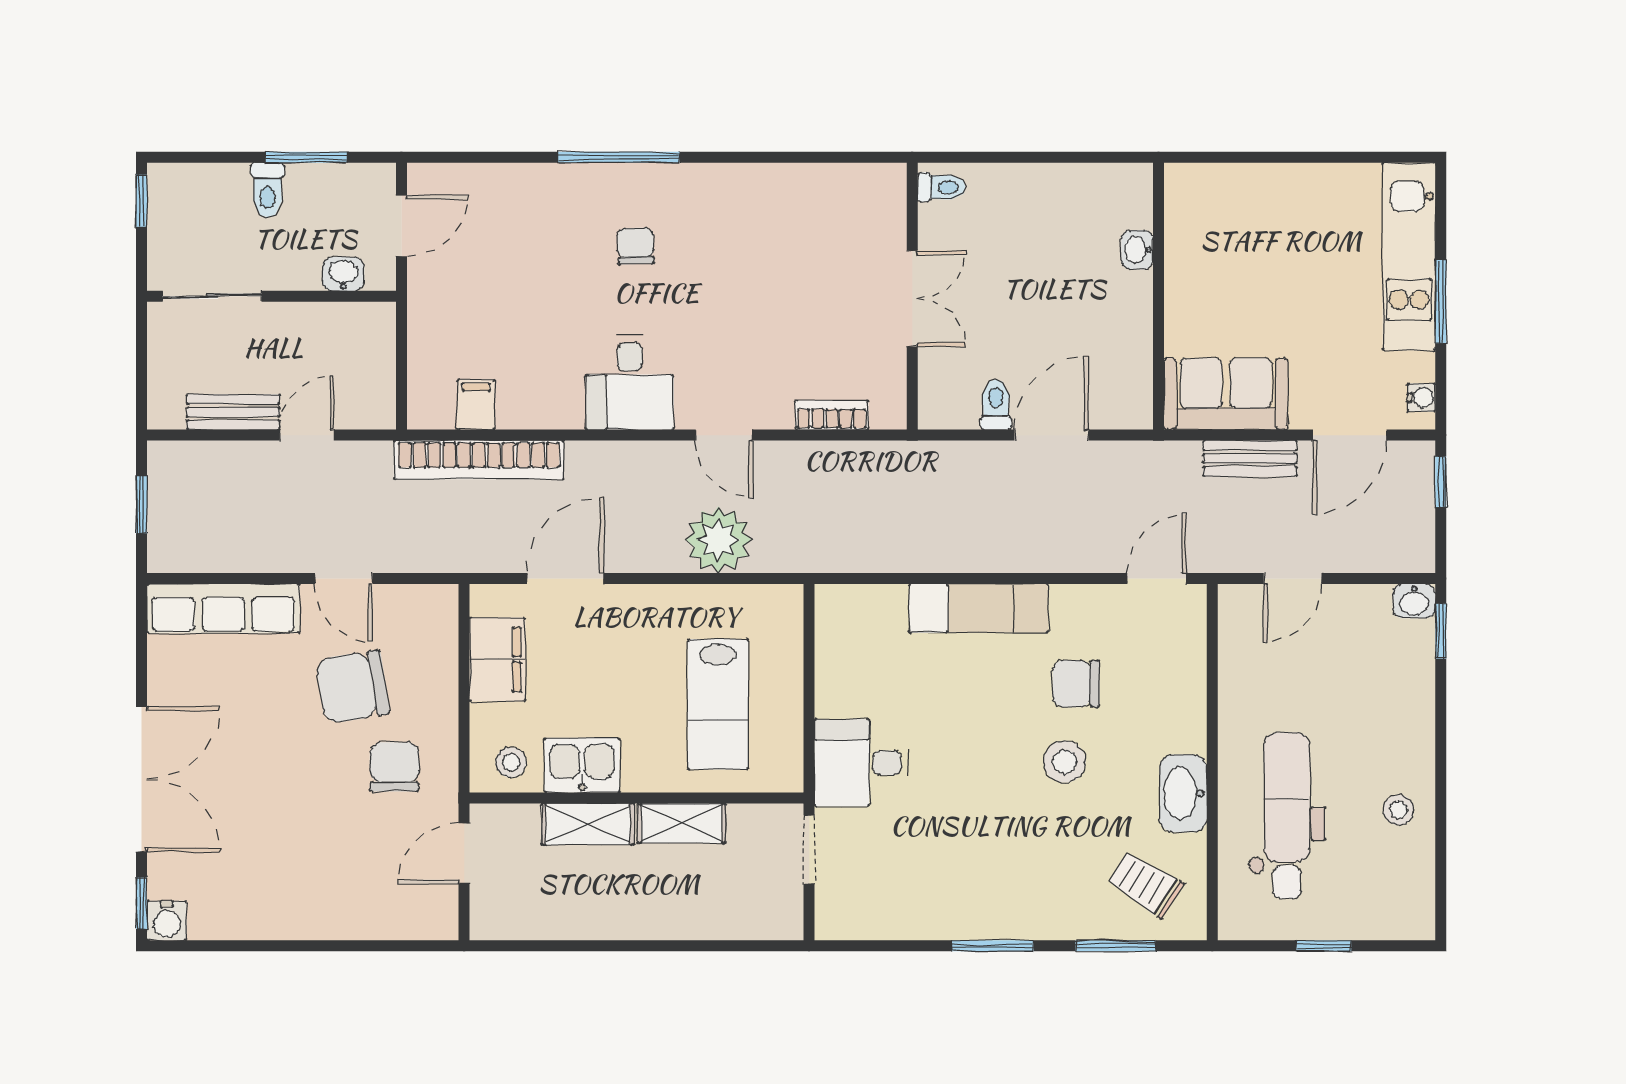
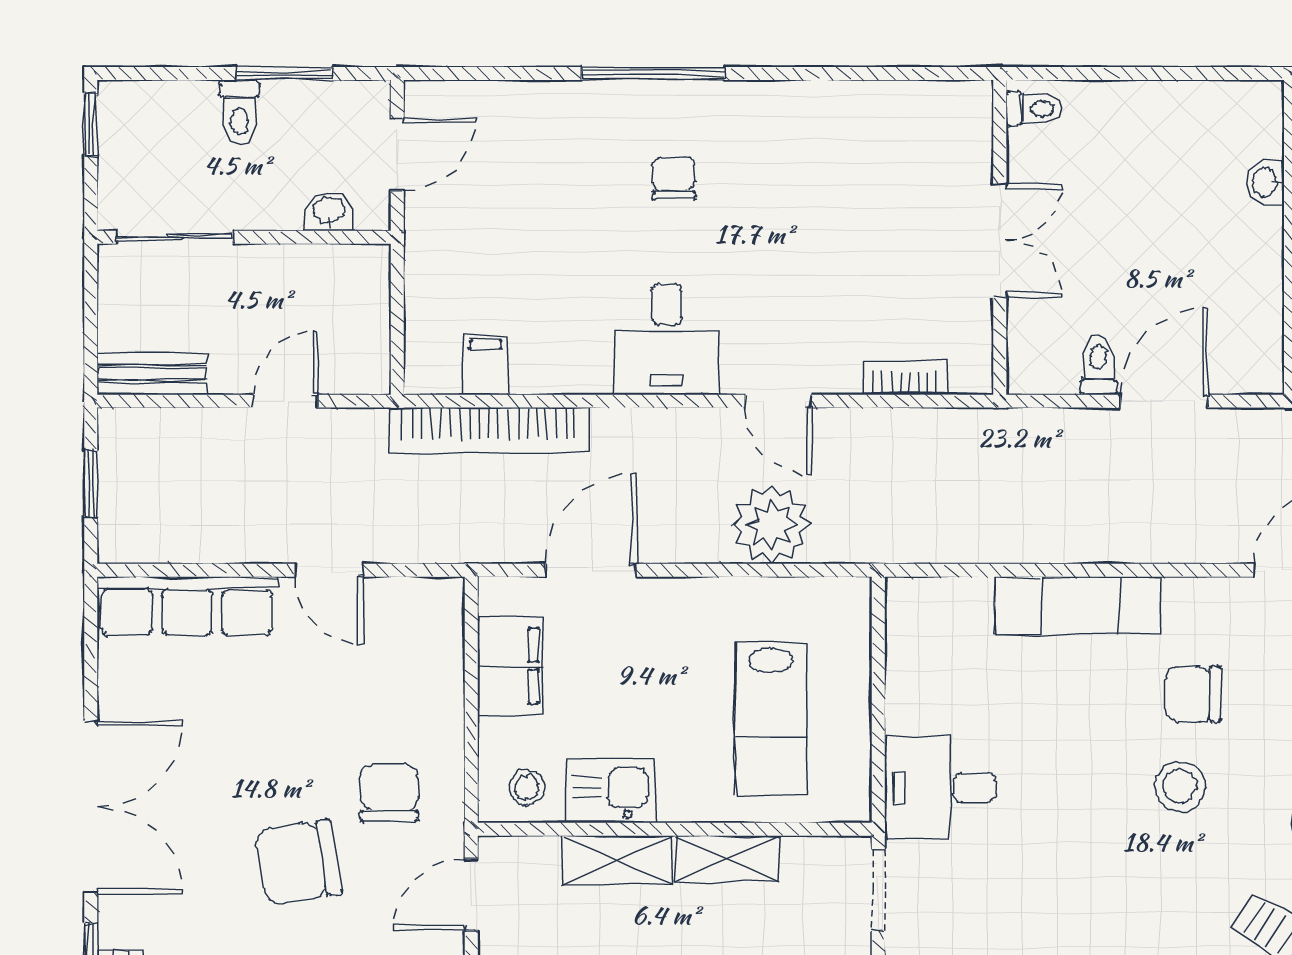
bench: (233, 412) -> (152, 374), moved
chair: (353, 687) -> (298, 862), moved

